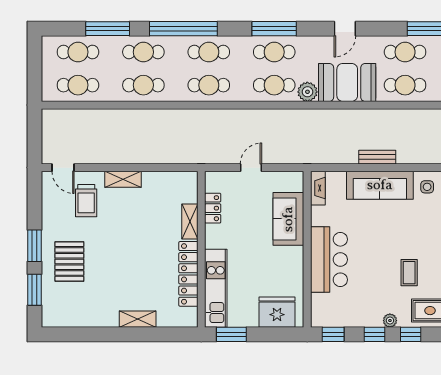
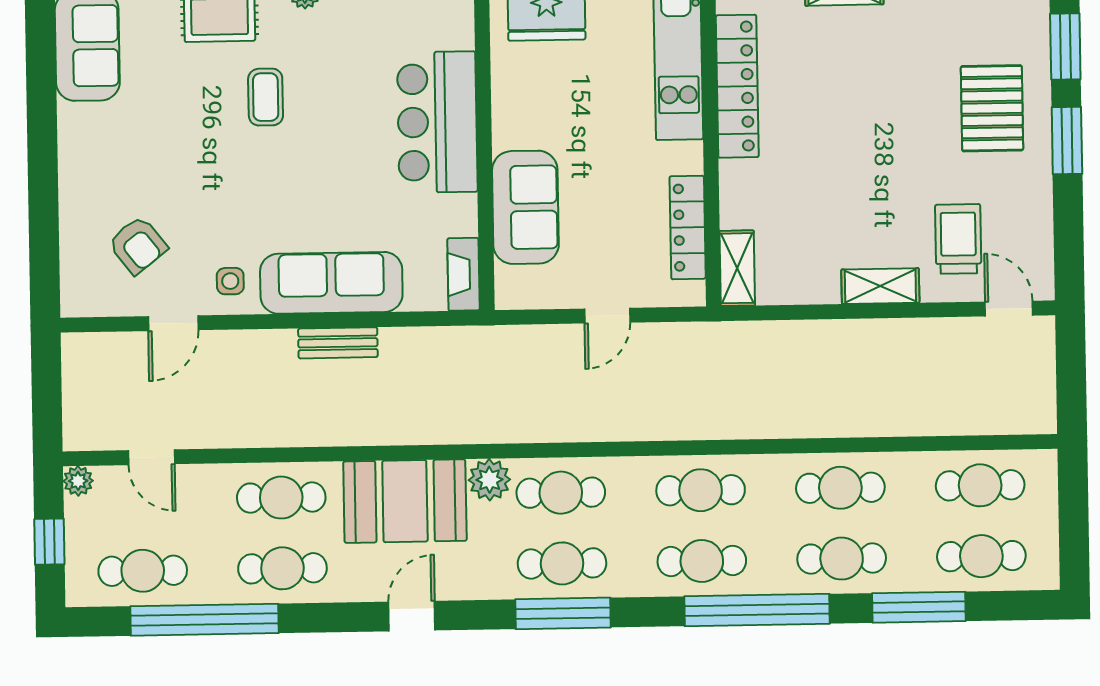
locker: (213, 208) -> (688, 227), width x1.53
shelving: (190, 221) -> (737, 268), moved

